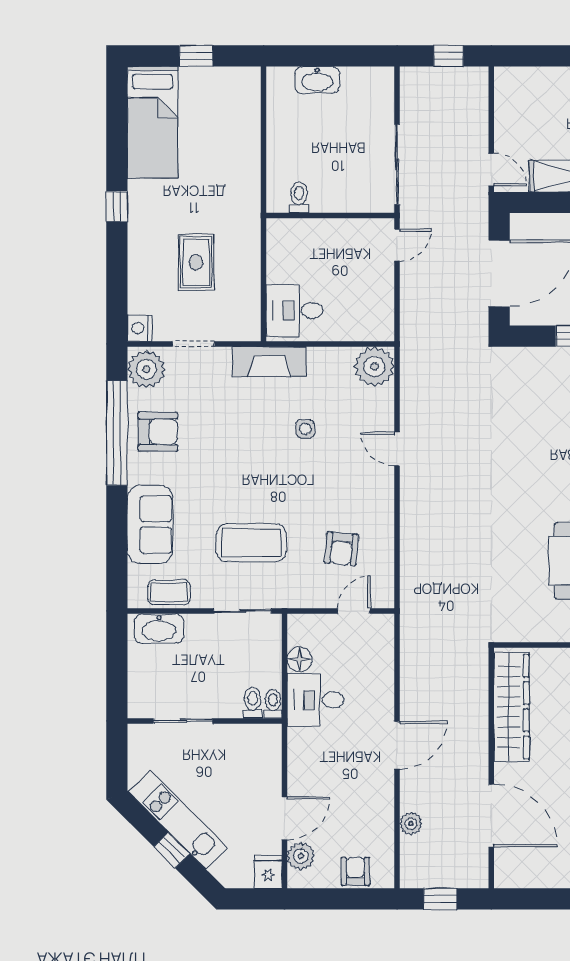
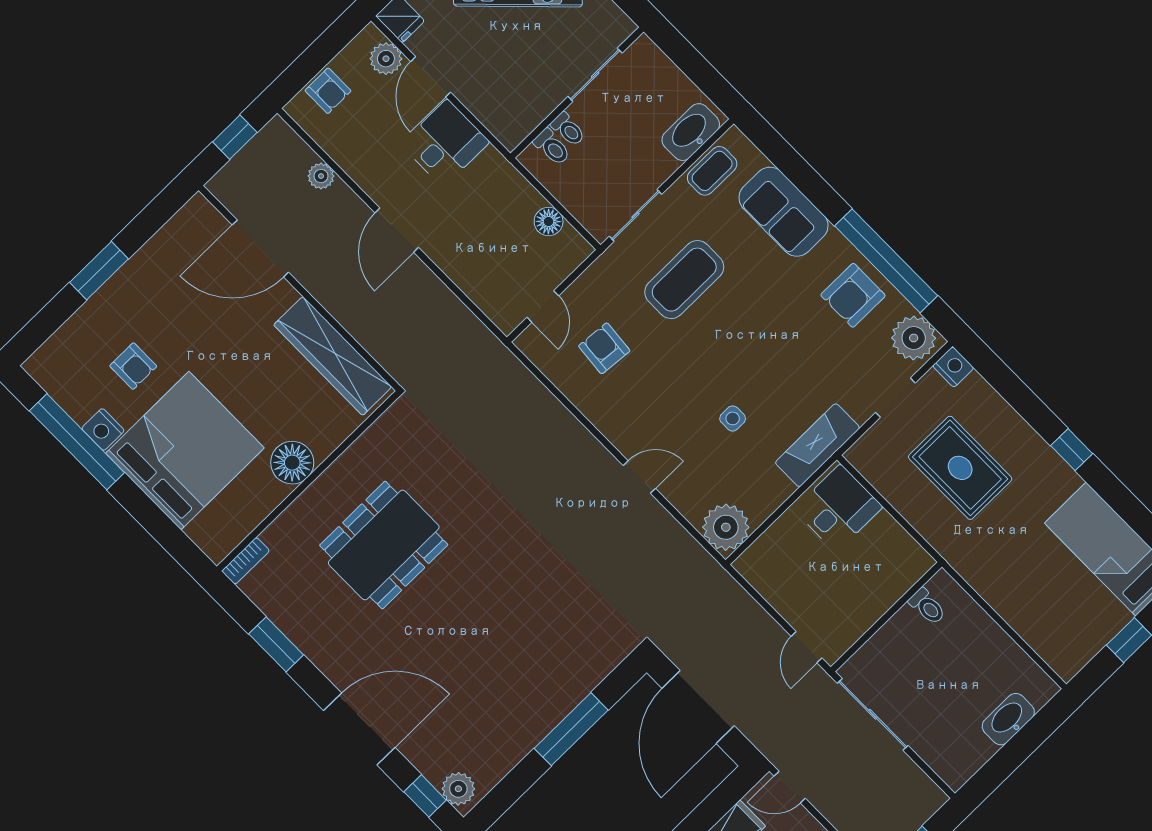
rug: (196, 262) -> (960, 468), width x1.36, depth x1.43
desk: (315, 700) -> (445, 143), moved
toilet: (273, 704) -> (568, 129), moved

